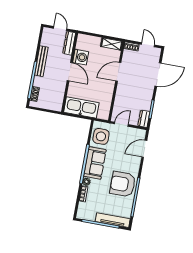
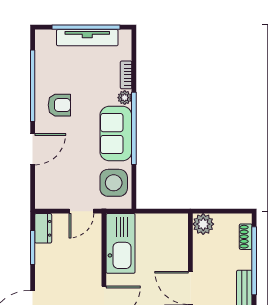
plant: (56, 105) -> (203, 224), added
kitchen sink: (81, 108) -> (121, 243), moved, turned -90
door: (144, 149) -> (33, 149), moved
armchair: (123, 184) -> (59, 105), width x0.53, depth x0.53
tv unit: (113, 220) -> (87, 38), moved

